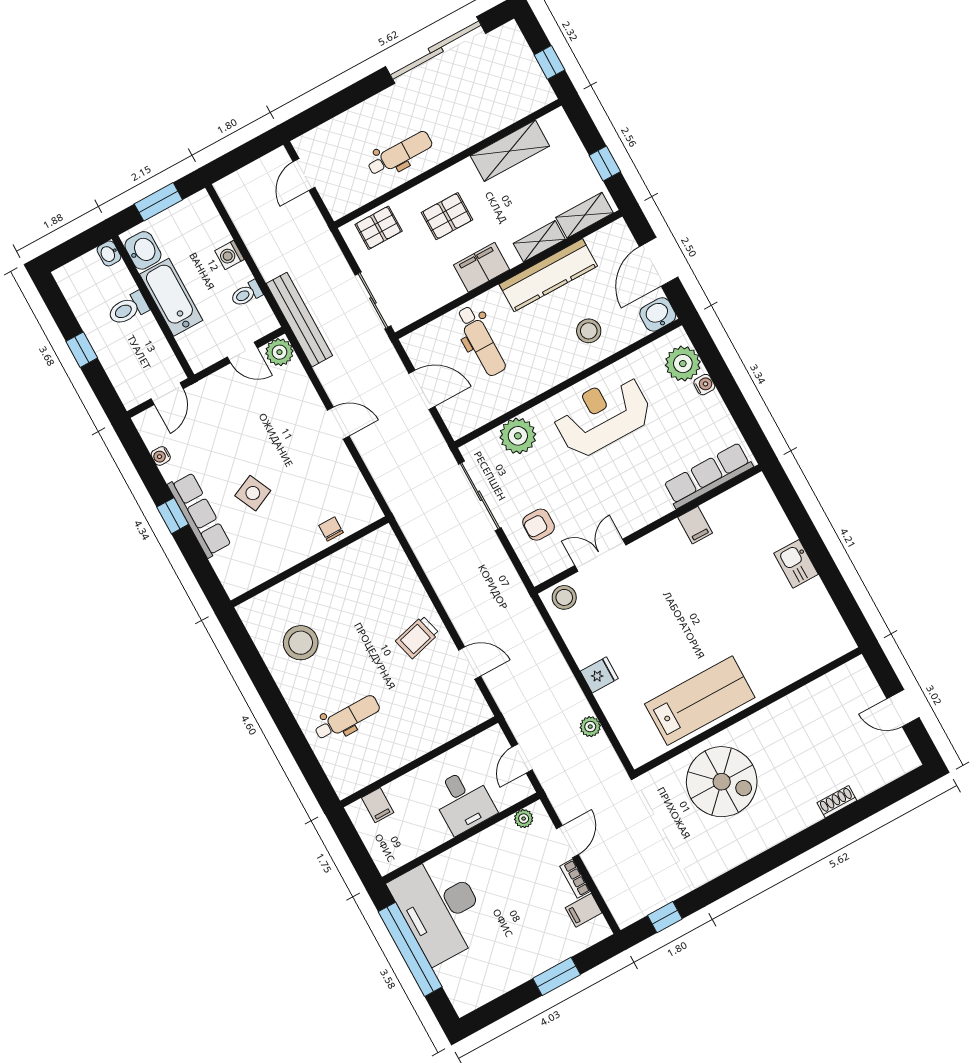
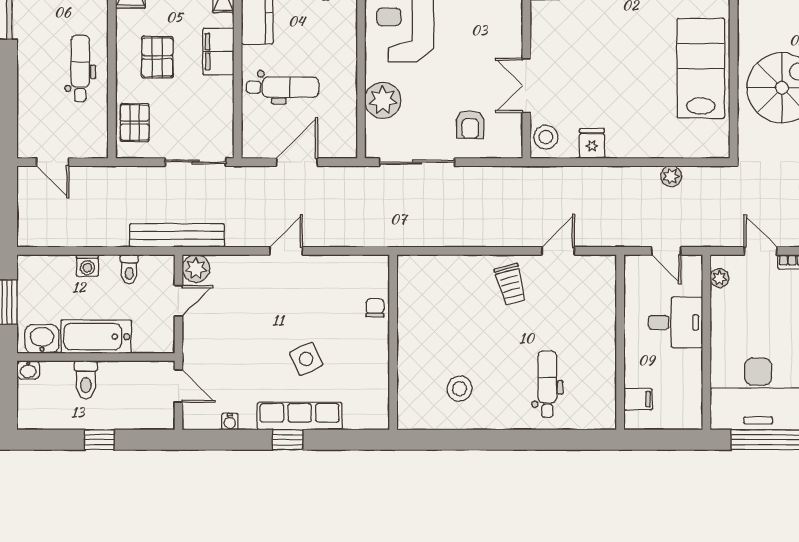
chair: (331, 529) -> (375, 308), turned 90
stool: (301, 643) -> (460, 389), width x0.73, depth x0.73
fridge: (599, 675) -> (592, 144), moved

